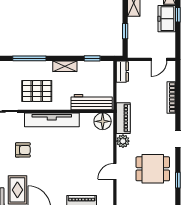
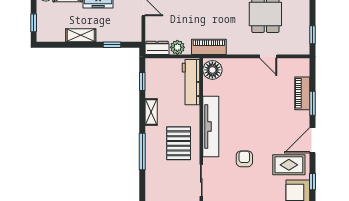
plant: (123, 141) -> (177, 47), moved

